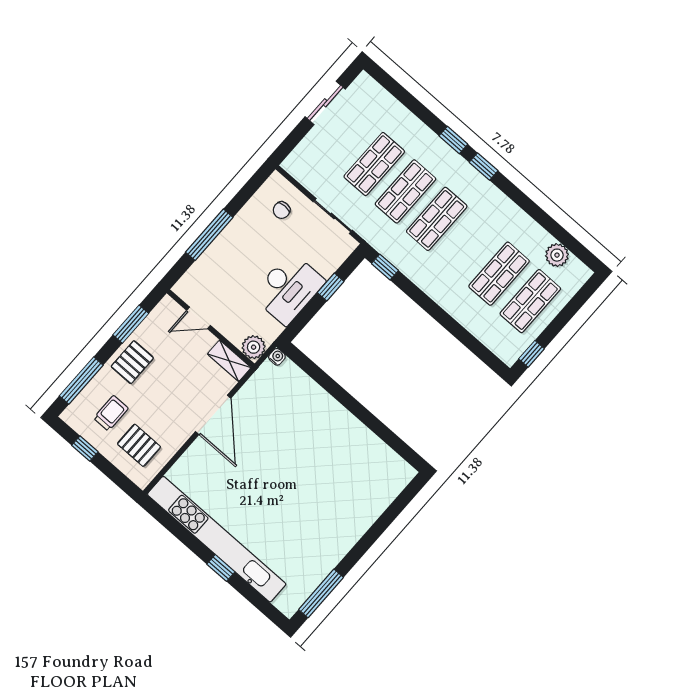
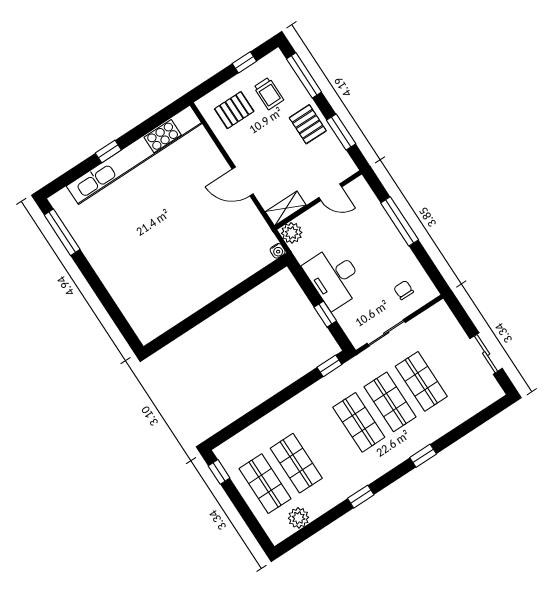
window: (484, 167) -> (361, 497), moved
door: (199, 318) -> (330, 192), swing flipped
door: (213, 415) -> (243, 182), width x0.73

